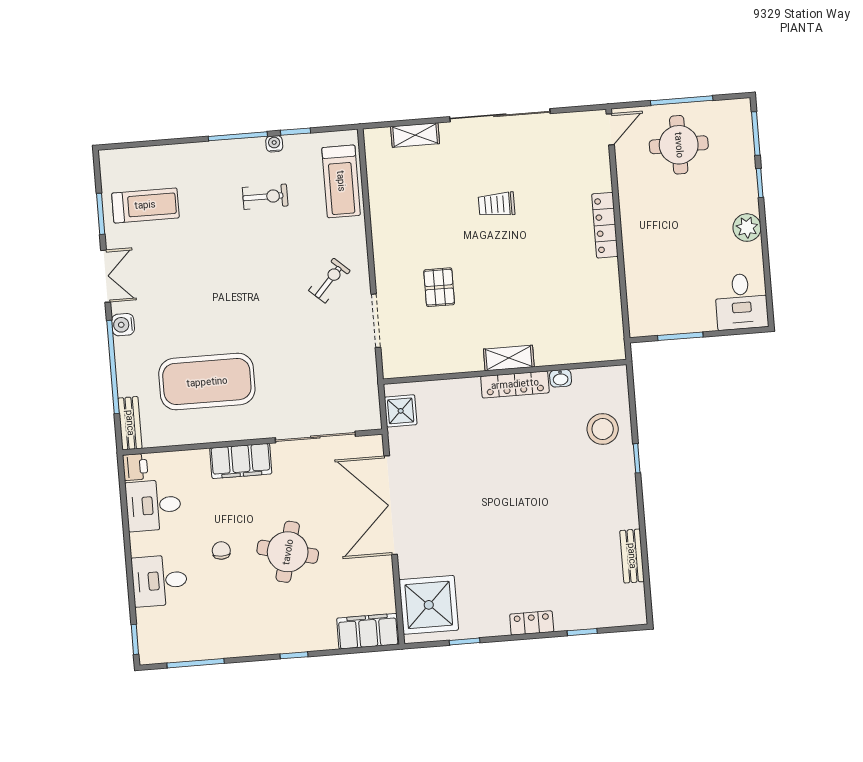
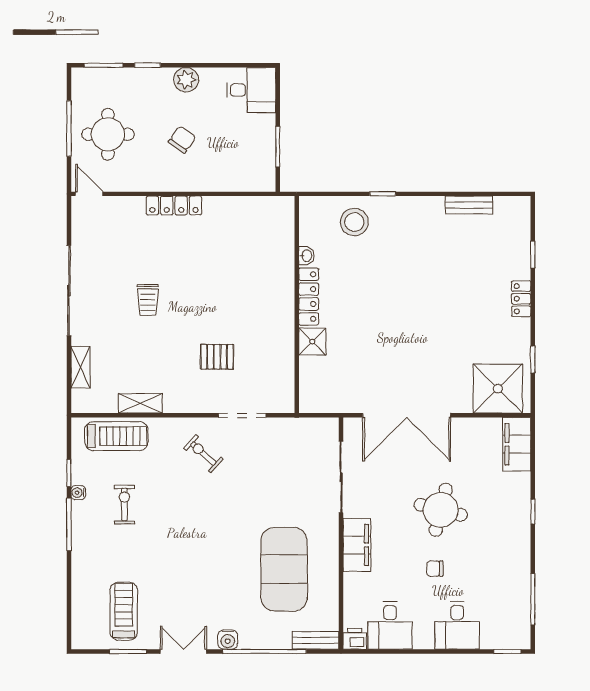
chair: (680, 228) -> (182, 140), added
shelving: (509, 358) -> (140, 403), moved, turned 90
shower: (401, 411) -> (312, 342), moved

